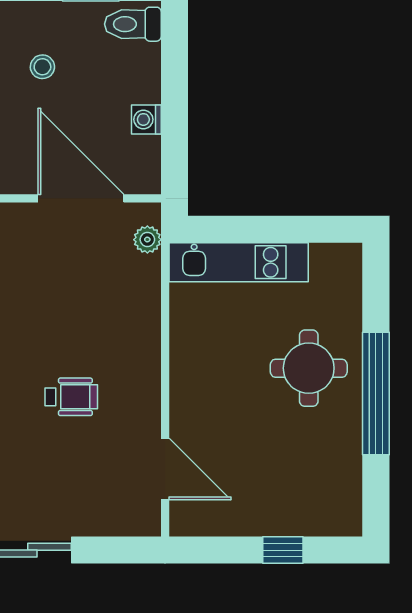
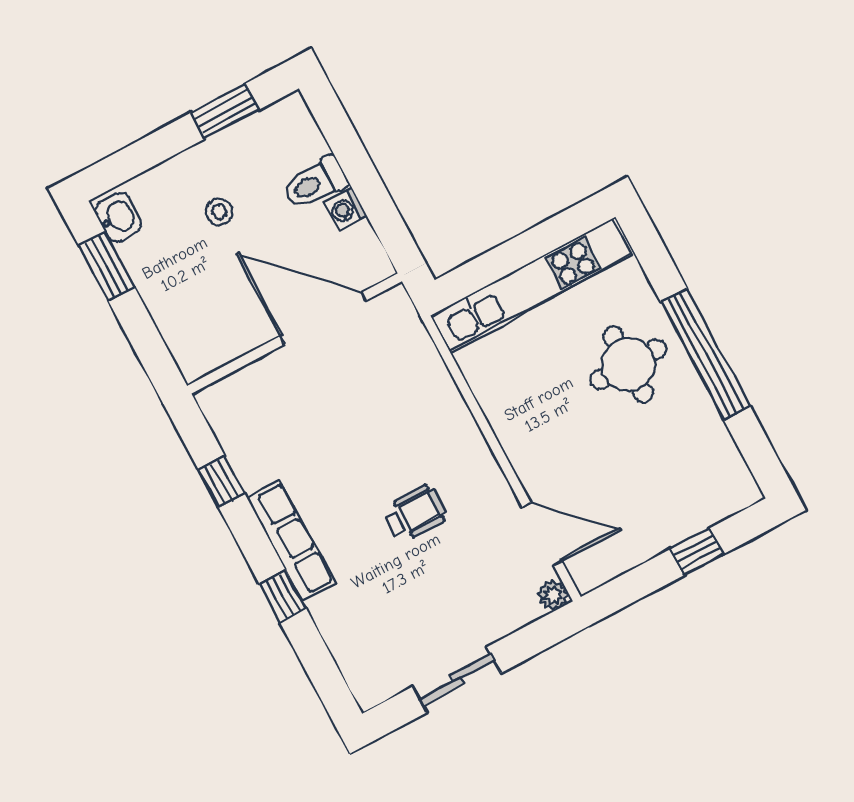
toilet: (133, 24) -> (315, 183), moved
plant: (147, 240) -> (553, 595), moved
kitchen unit: (239, 262) -> (531, 286), width x1.36

